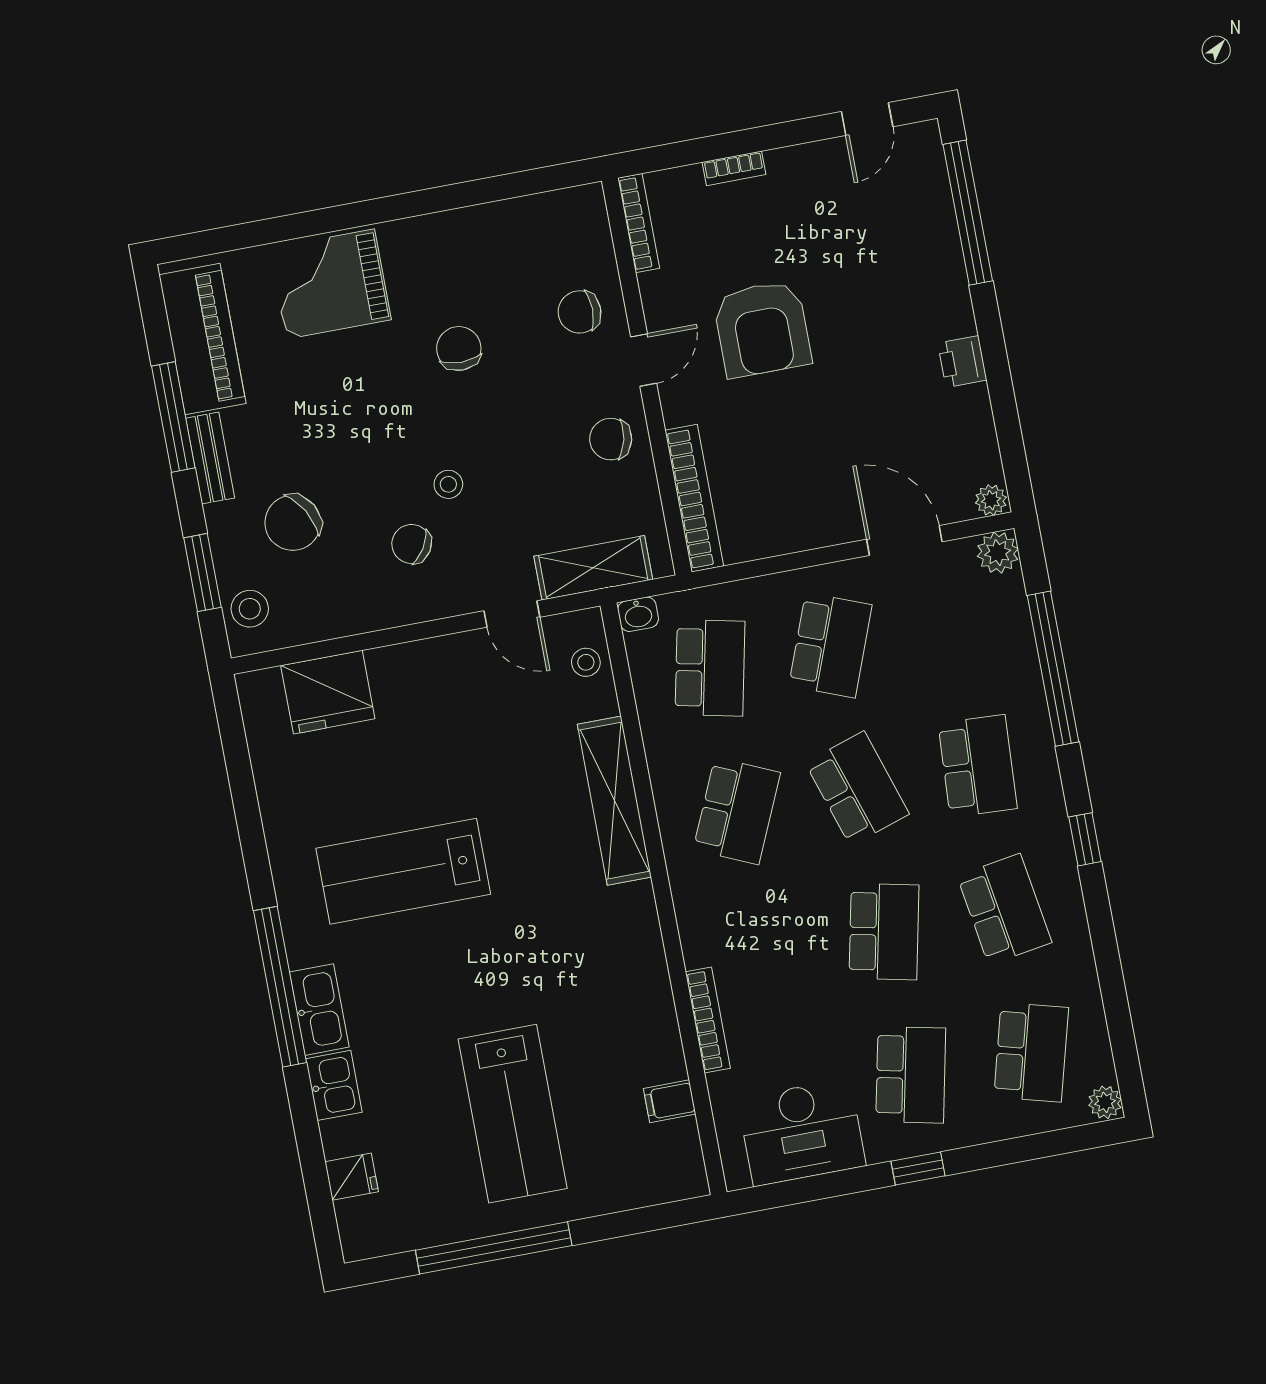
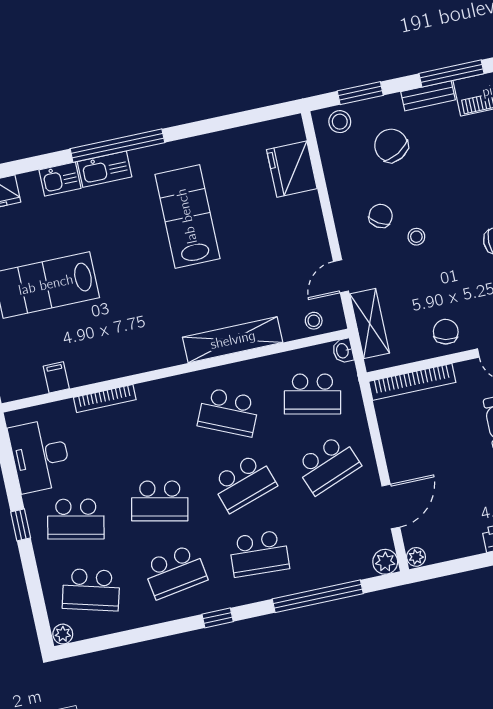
school desk: (830, 645) -> (328, 465), turned -42

